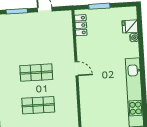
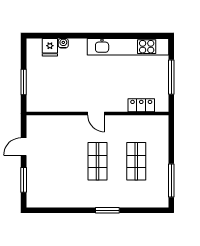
locker: (81, 25) -> (141, 105), moved
door: (76, 69) -> (96, 113), swing flipped

